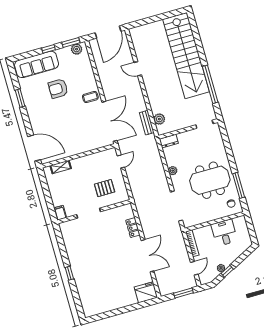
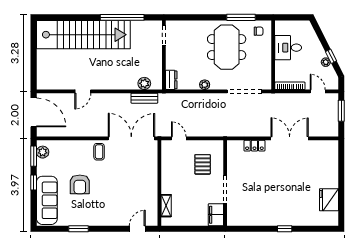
door: (34, 148) -> (137, 229), width x0.53
filing cabinet: (60, 213) -> (216, 215), width x2.00
fridge: (146, 292) -> (329, 200), moved

